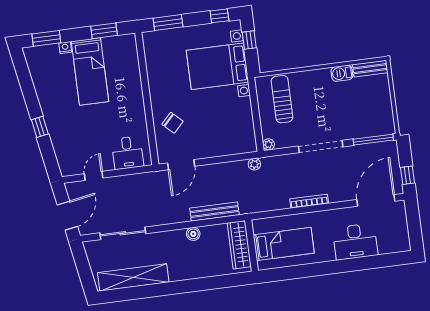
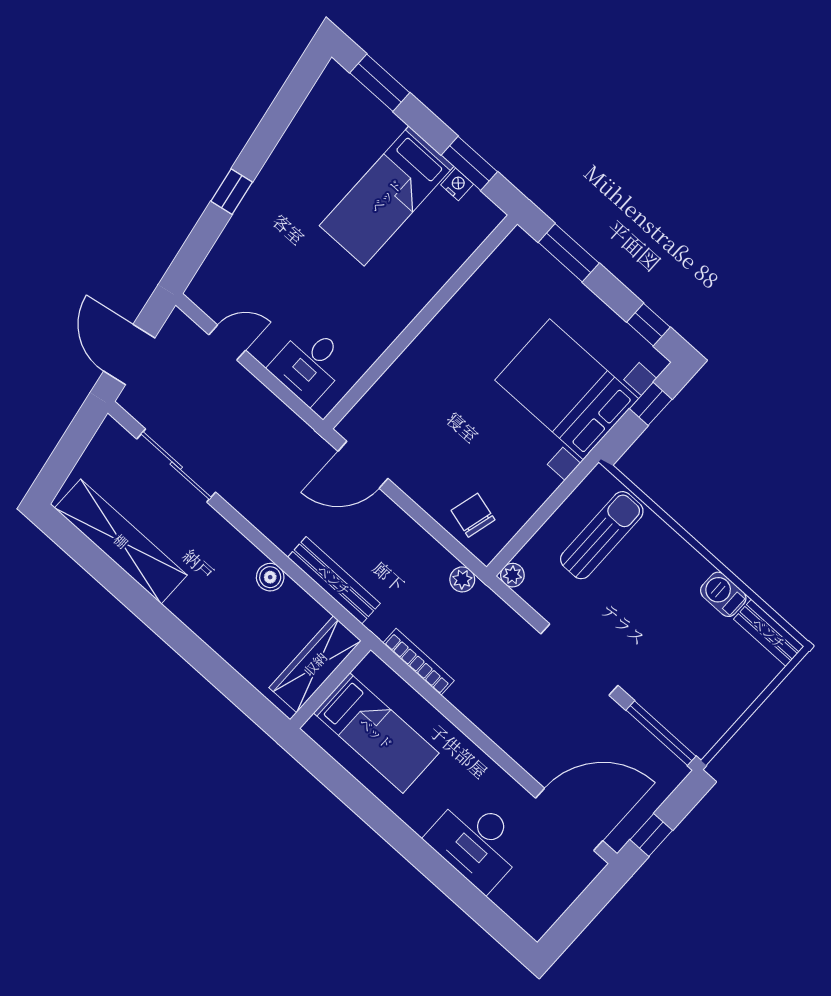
nightstand: (65, 48) -> (457, 184), moved
chair: (172, 123) -> (473, 515), moved, turned 152
bookcase: (309, 201) -> (418, 662), moved
door: (67, 216) -> (129, 355), swing flipped

